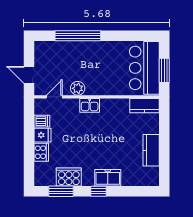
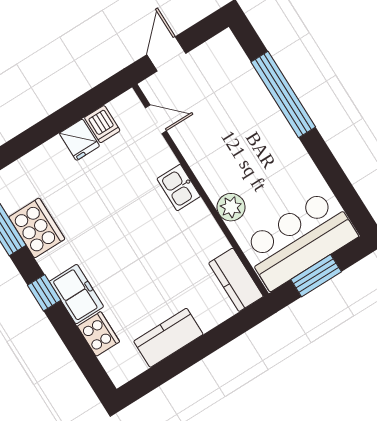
plant: (78, 88) -> (231, 207), moved
cooker: (41, 152) -> (98, 334), moved, turned -90

